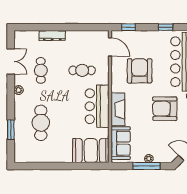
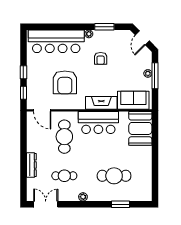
window: (166, 27) -> (23, 72), moved
door: (110, 47) -> (42, 110), swing flipped
double door: (11, 61) -> (46, 204), moved
cafe table: (82, 70) -> (64, 137), width x1.37, depth x1.35
armchair: (140, 71) -> (65, 82), turned -90
armchair: (165, 109) -> (101, 58), width x0.53, depth x0.53

